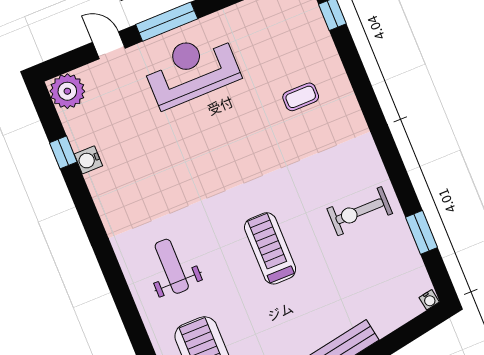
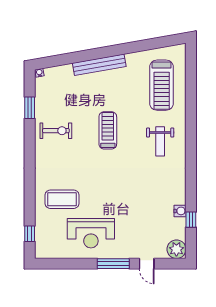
reception desk: (191, 69) -> (91, 233), moved
coffee table: (301, 97) -> (62, 199), width x1.86, depth x1.72
treadmill: (270, 248) -> (108, 130), turned 180

